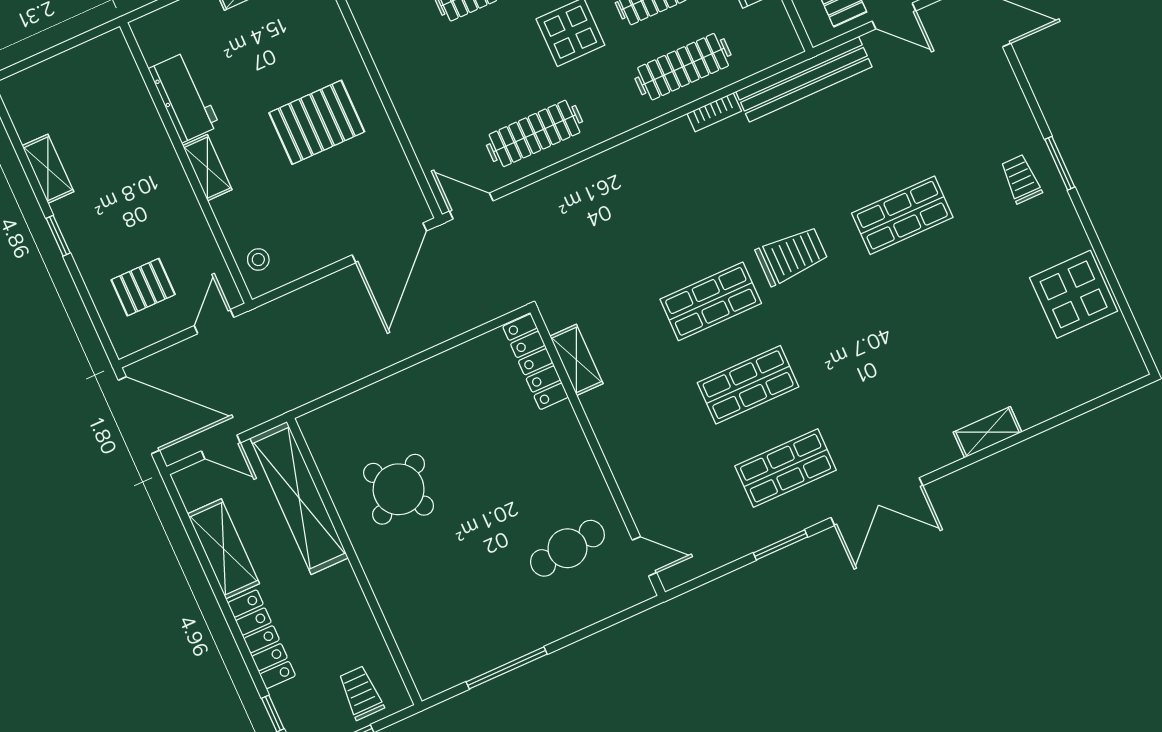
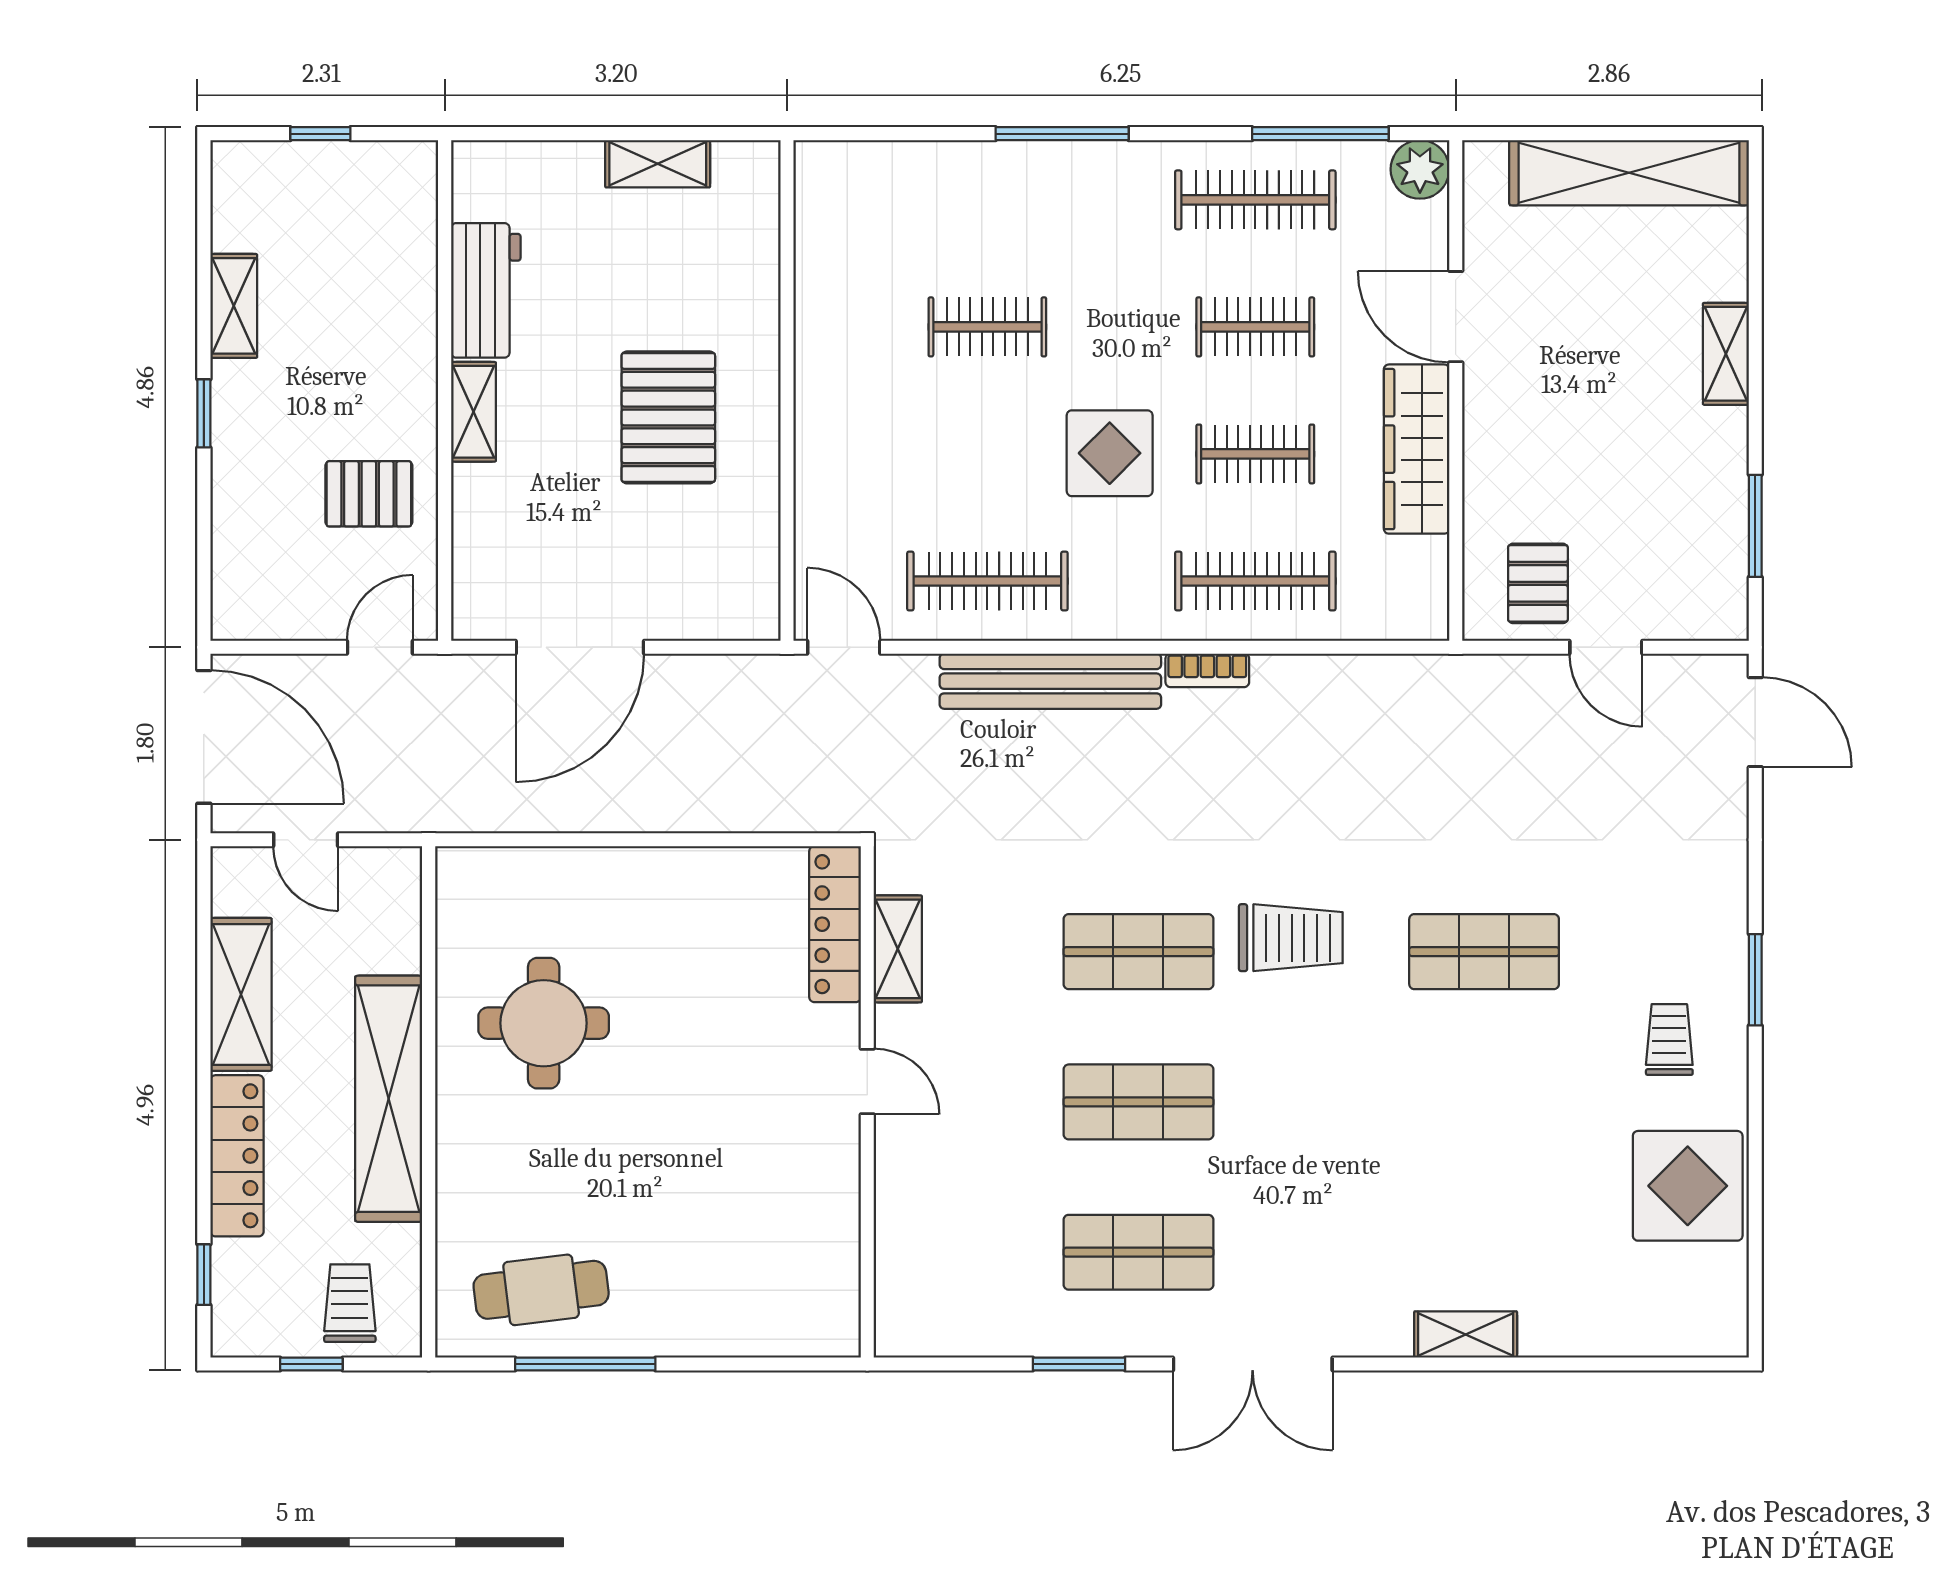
window: (53, 52) -> (320, 134), added
bench: (804, 79) -> (1050, 681), moved
bookcase: (714, 112) -> (1207, 670), moved
pallet: (317, 122) -> (668, 417), turned 90
trolley: (1021, 179) -> (1669, 1040), moved
door: (389, 243) -> (580, 647), moved
stool: (258, 260) -> (488, 584), removed
pallet: (143, 287) -> (369, 494), moved
round table: (399, 489) -> (544, 1023), turned 33
shelving: (299, 498) -> (389, 1099), moved
cafe table: (567, 548) -> (541, 1290), moved
door: (644, 556) -> (867, 1082), moved

